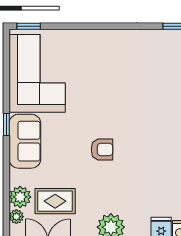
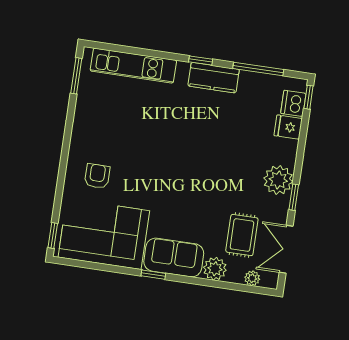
armchair: (102, 149) -> (97, 176), moved
plant: (20, 197) -> (215, 269), moved

